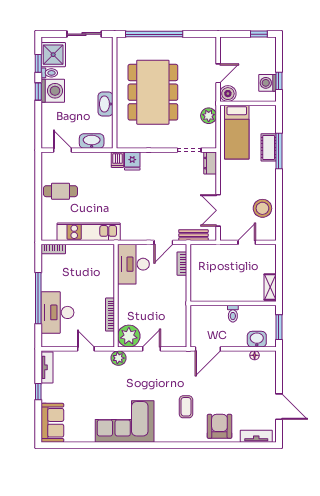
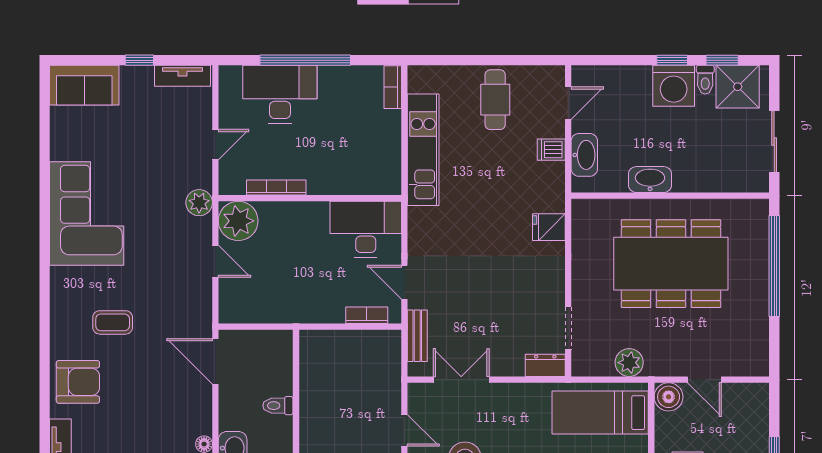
dishwasher: (117, 160) -> (551, 150), moved

